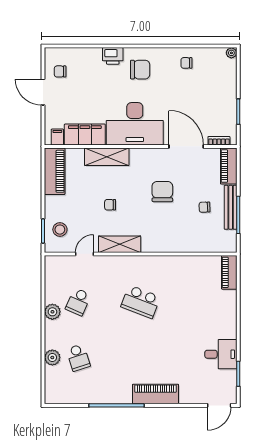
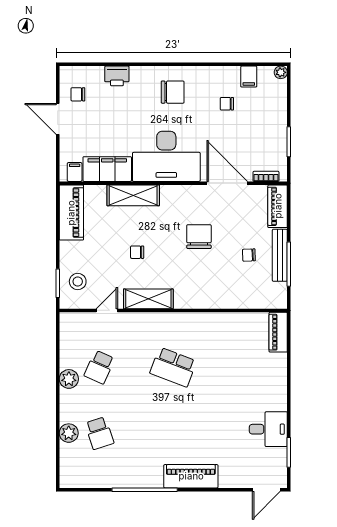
printer: (113, 56) -> (117, 76), moved
filing cabinet: (204, 56) -> (249, 77), added
chair: (186, 63) -> (227, 104), moved

